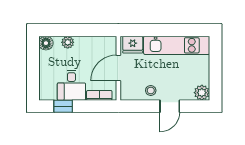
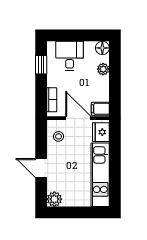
filing cabinet: (109, 45) -> (100, 109), added
desk: (71, 85) -> (70, 56), moved, turned 90
stool: (151, 91) -> (59, 136), moved

